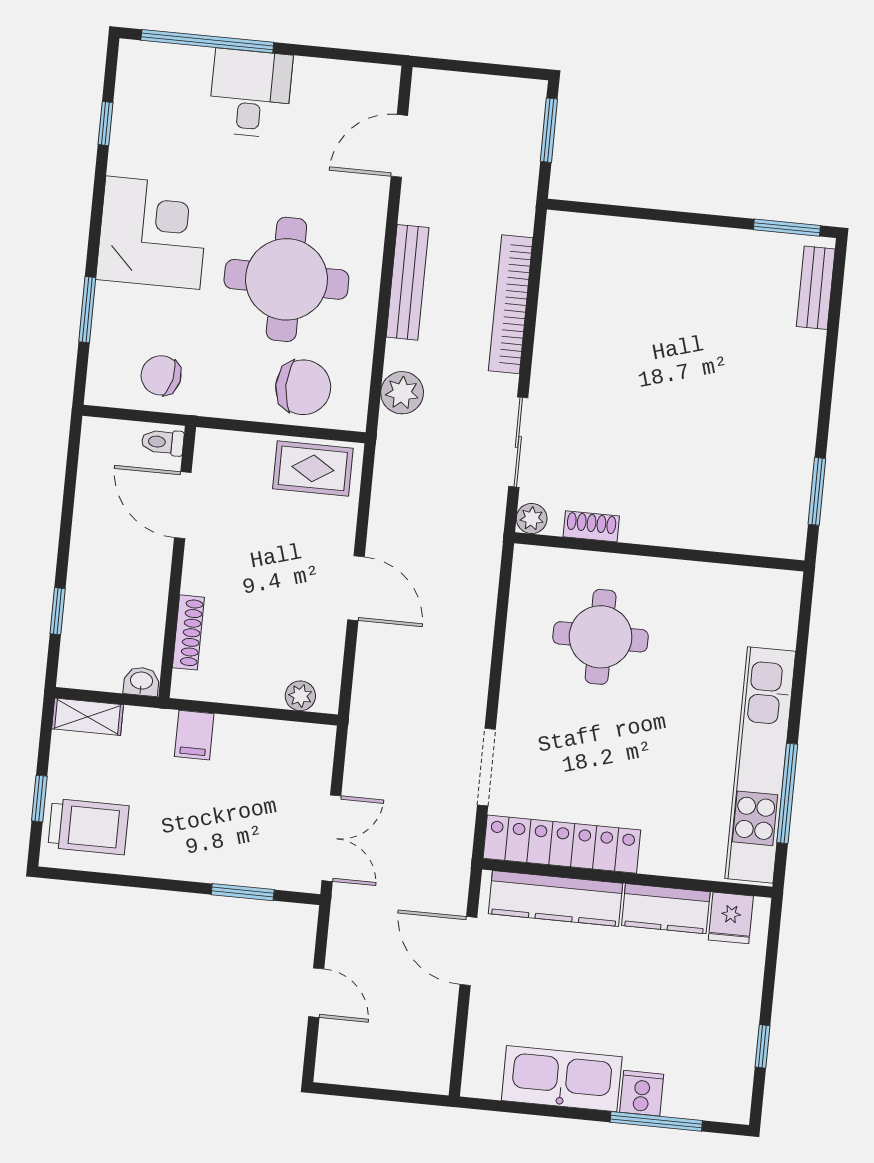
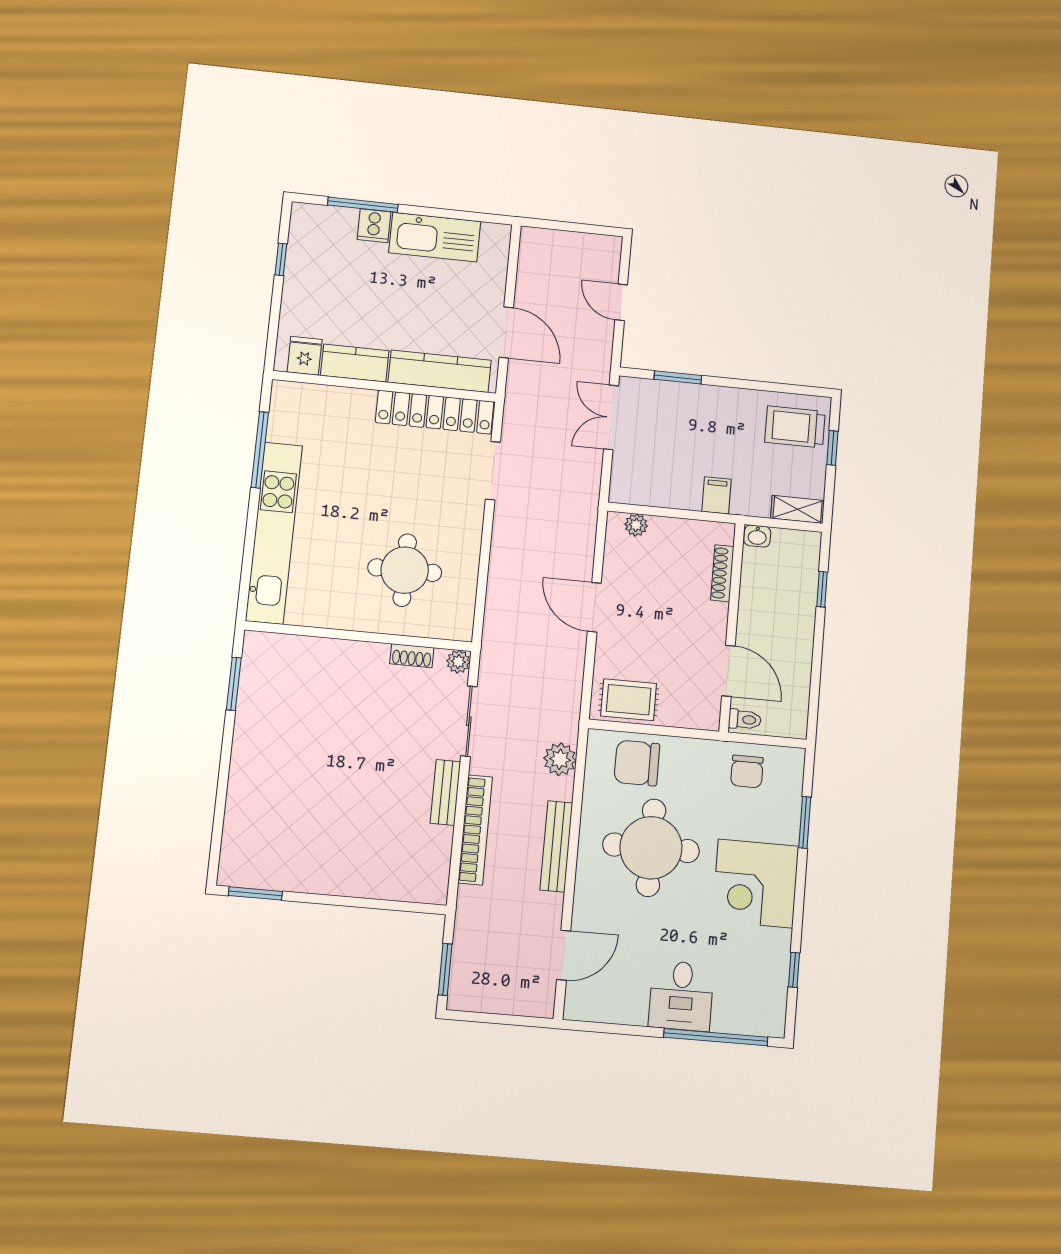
bench: (816, 288) -> (445, 792), moved
chair: (161, 375) -> (747, 771), turned 77
kitchen unit: (760, 765) -> (274, 533), moved

